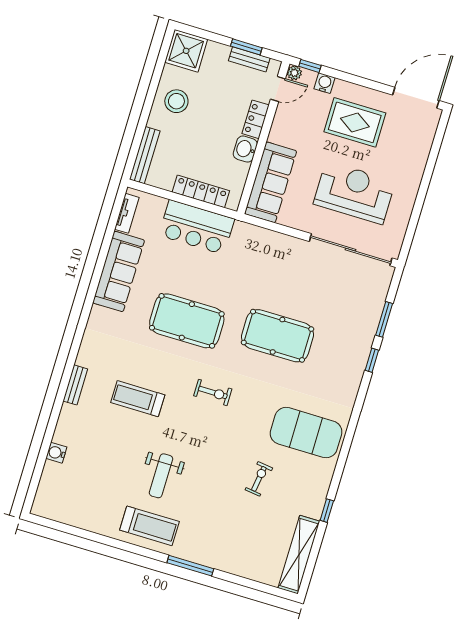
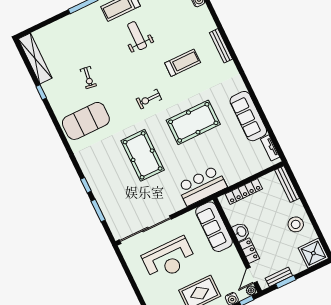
bar counter: (197, 227) -> (202, 186), moved
pool table: (278, 336) -> (143, 155), turned 90
bench: (75, 385) -> (221, 46), width x1.36

